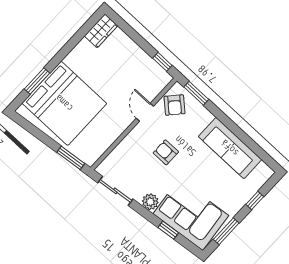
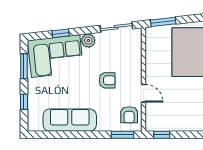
armchair: (175, 105) -> (129, 115), turned -132

